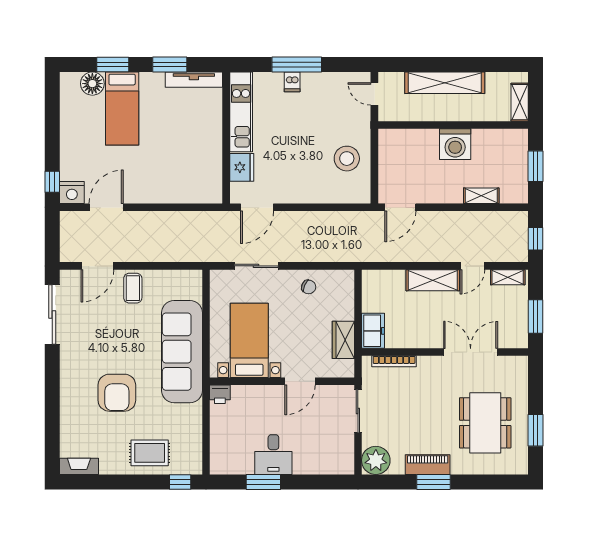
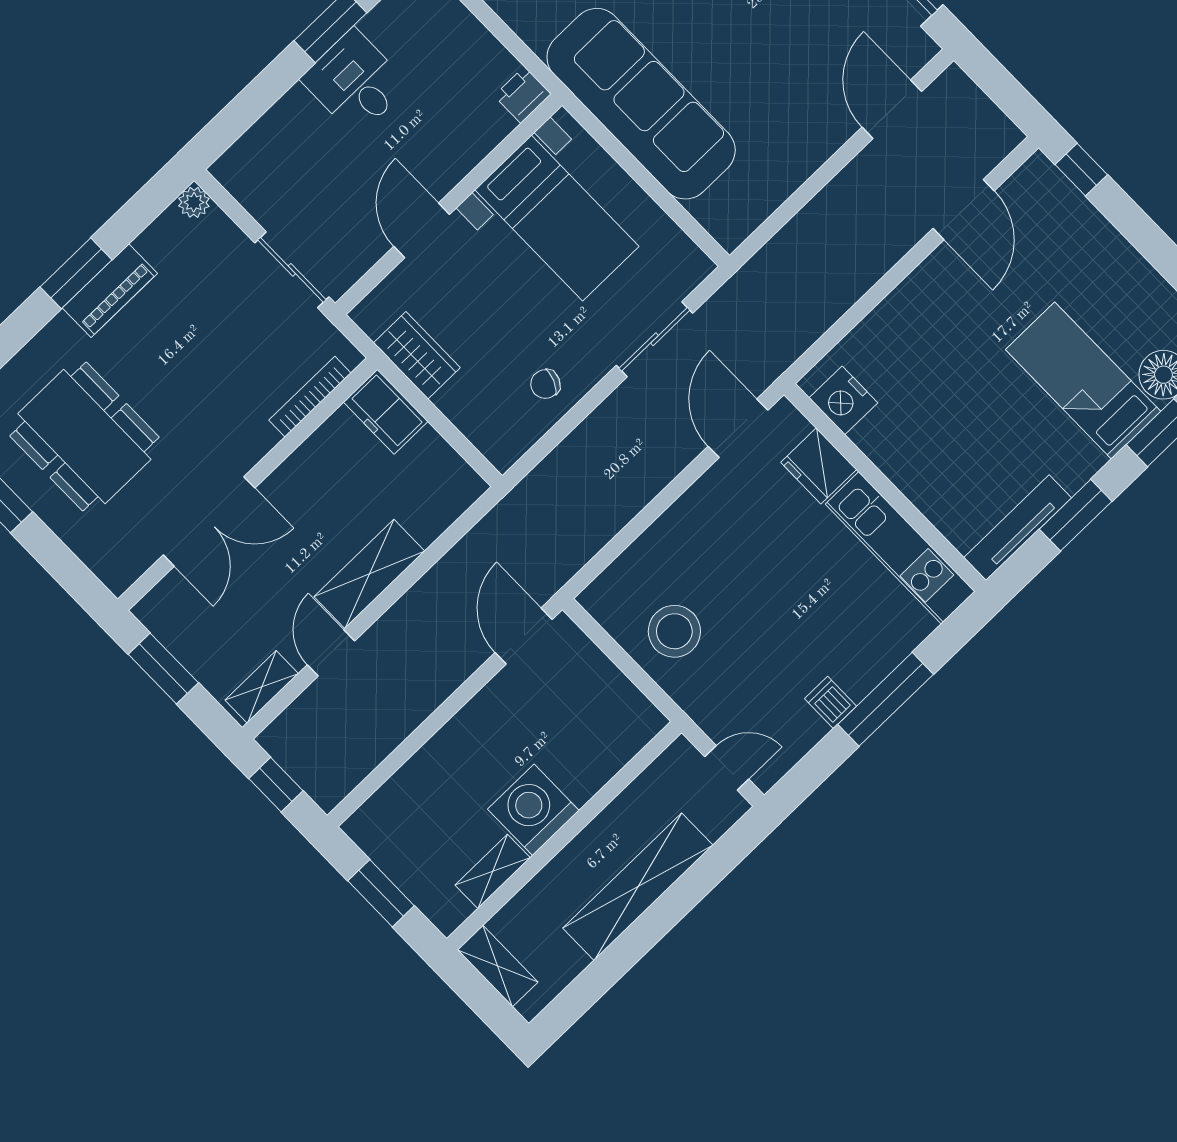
dishwasher: (292, 82) -> (831, 702), moved
nightstand: (72, 193) -> (843, 400), moved, turned -90
shelving: (481, 196) -> (493, 871), moved
coffee table: (133, 288) -> (807, 127), removed
plant: (376, 460) -> (194, 202), width x0.53, depth x0.53

